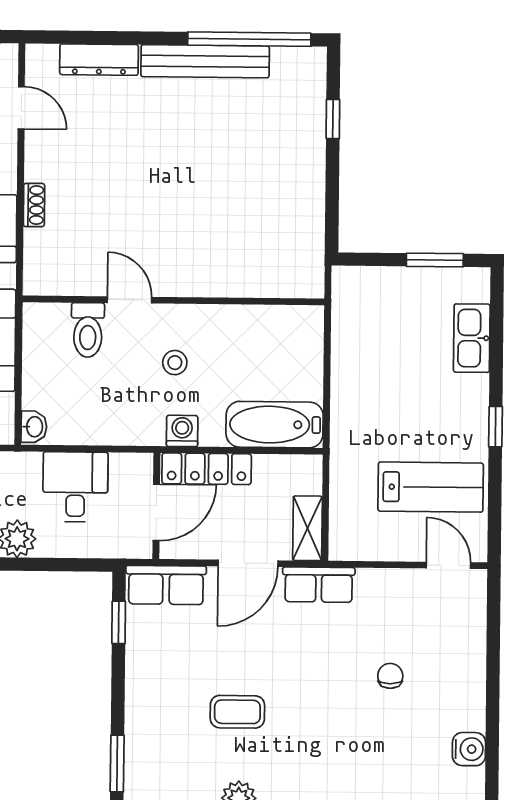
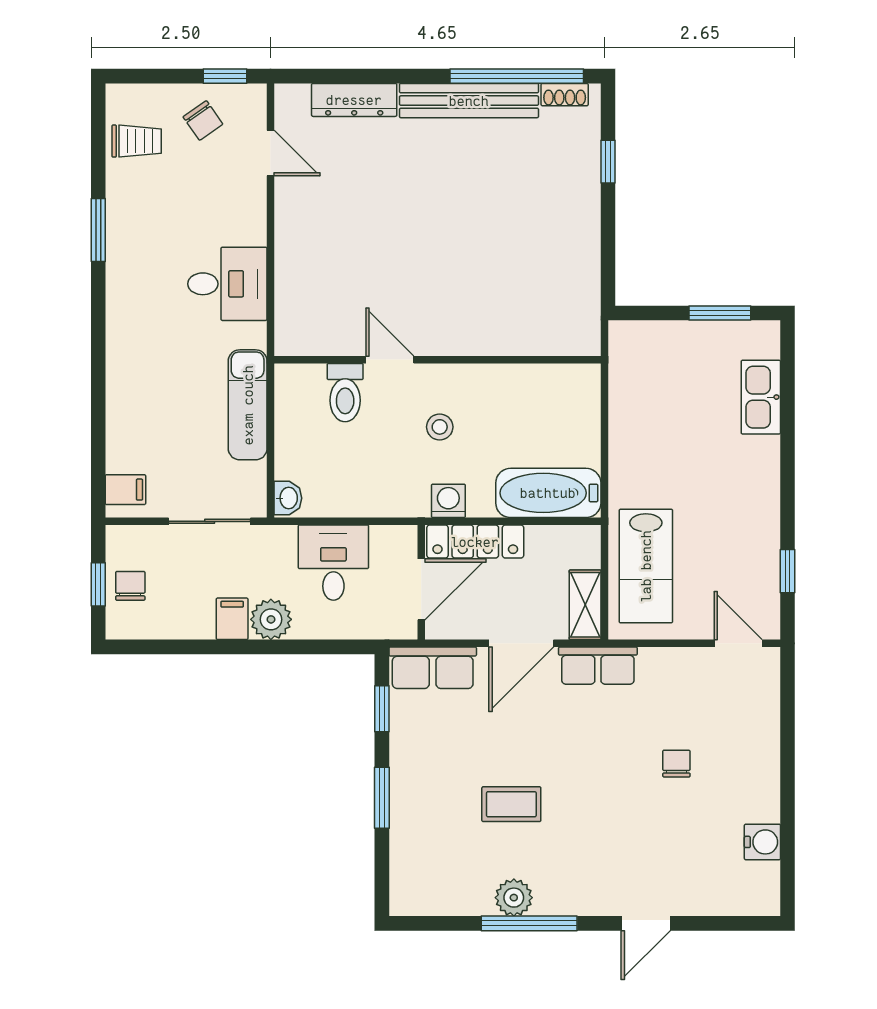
shoe rack: (34, 205) -> (565, 95), moved, turned 90
window: (496, 427) -> (788, 571), moved
lab bench: (431, 487) -> (646, 566), moved, turned 90
window: (117, 764) -> (382, 798), moved

